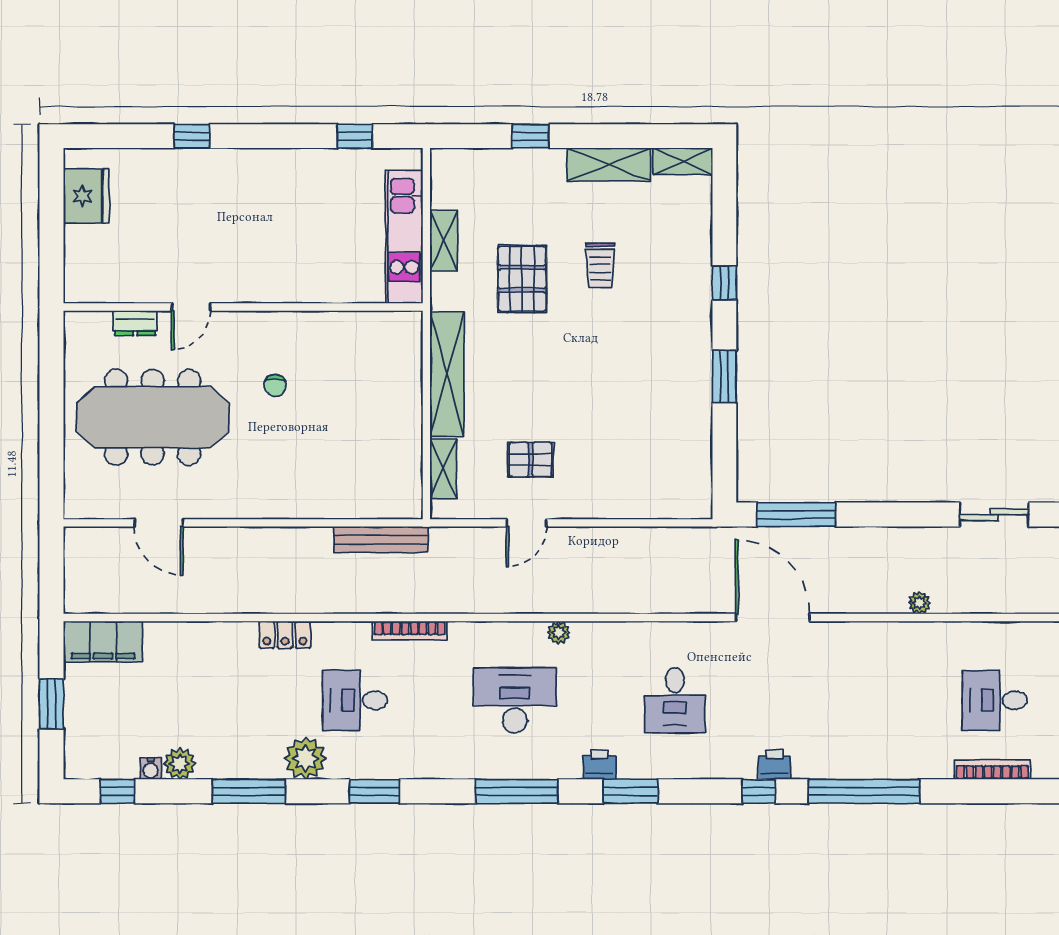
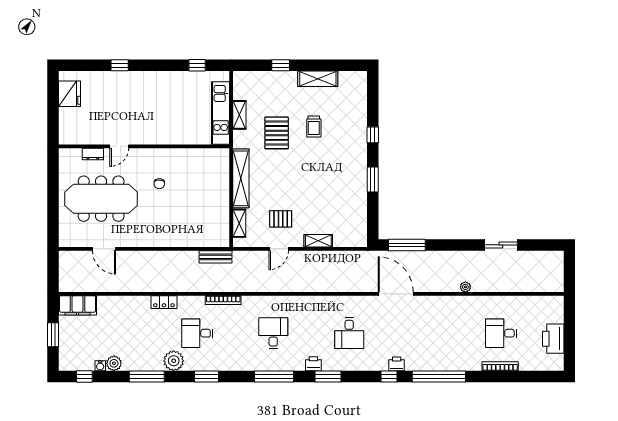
shelving: (683, 161) -> (318, 241), moved
bench: (381, 540) -> (215, 257), width x0.73
plant: (559, 632) -> (294, 301), removed
desk: (515, 700) -> (273, 333), width x0.73

